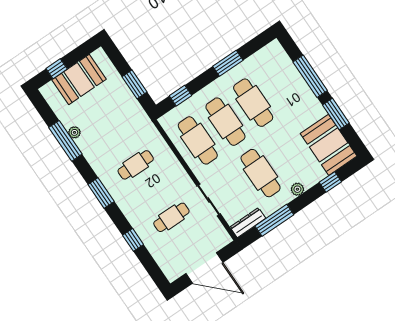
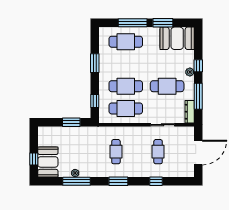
booth: (79, 79) -> (48, 162), moved
cafe table: (253, 103) -> (126, 42), moved
window: (330, 182) -> (198, 66), moved

